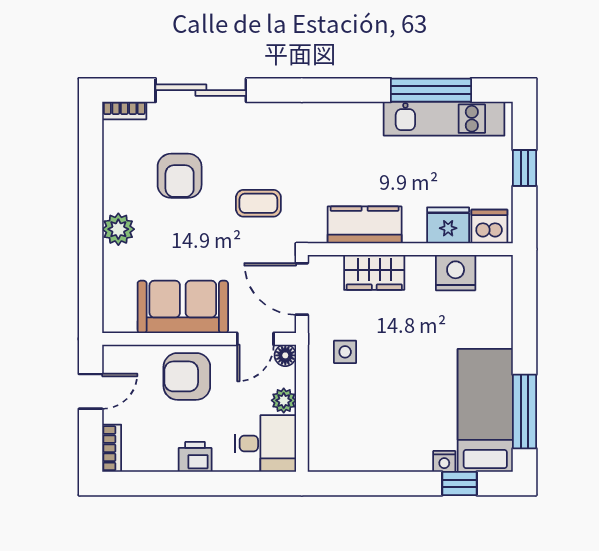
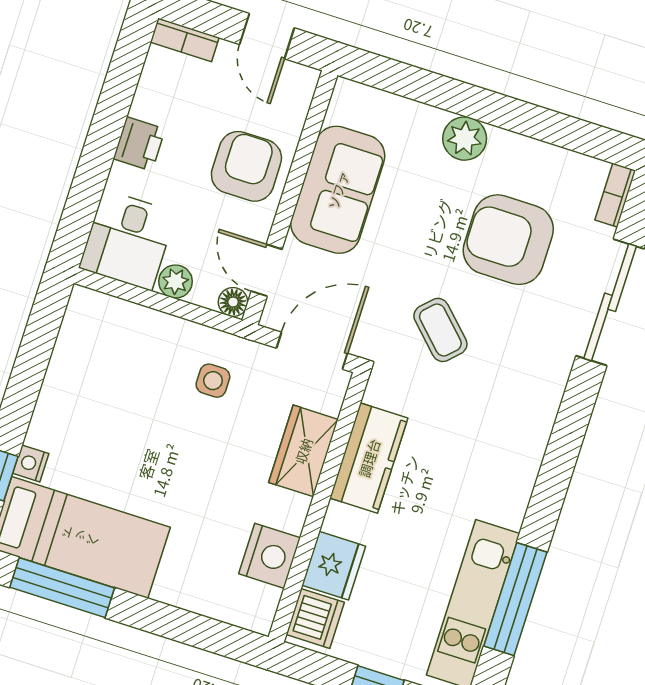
armchair: (180, 176) -> (508, 240), width x1.36, depth x1.36
coffee table: (258, 203) -> (440, 330), turned -45

